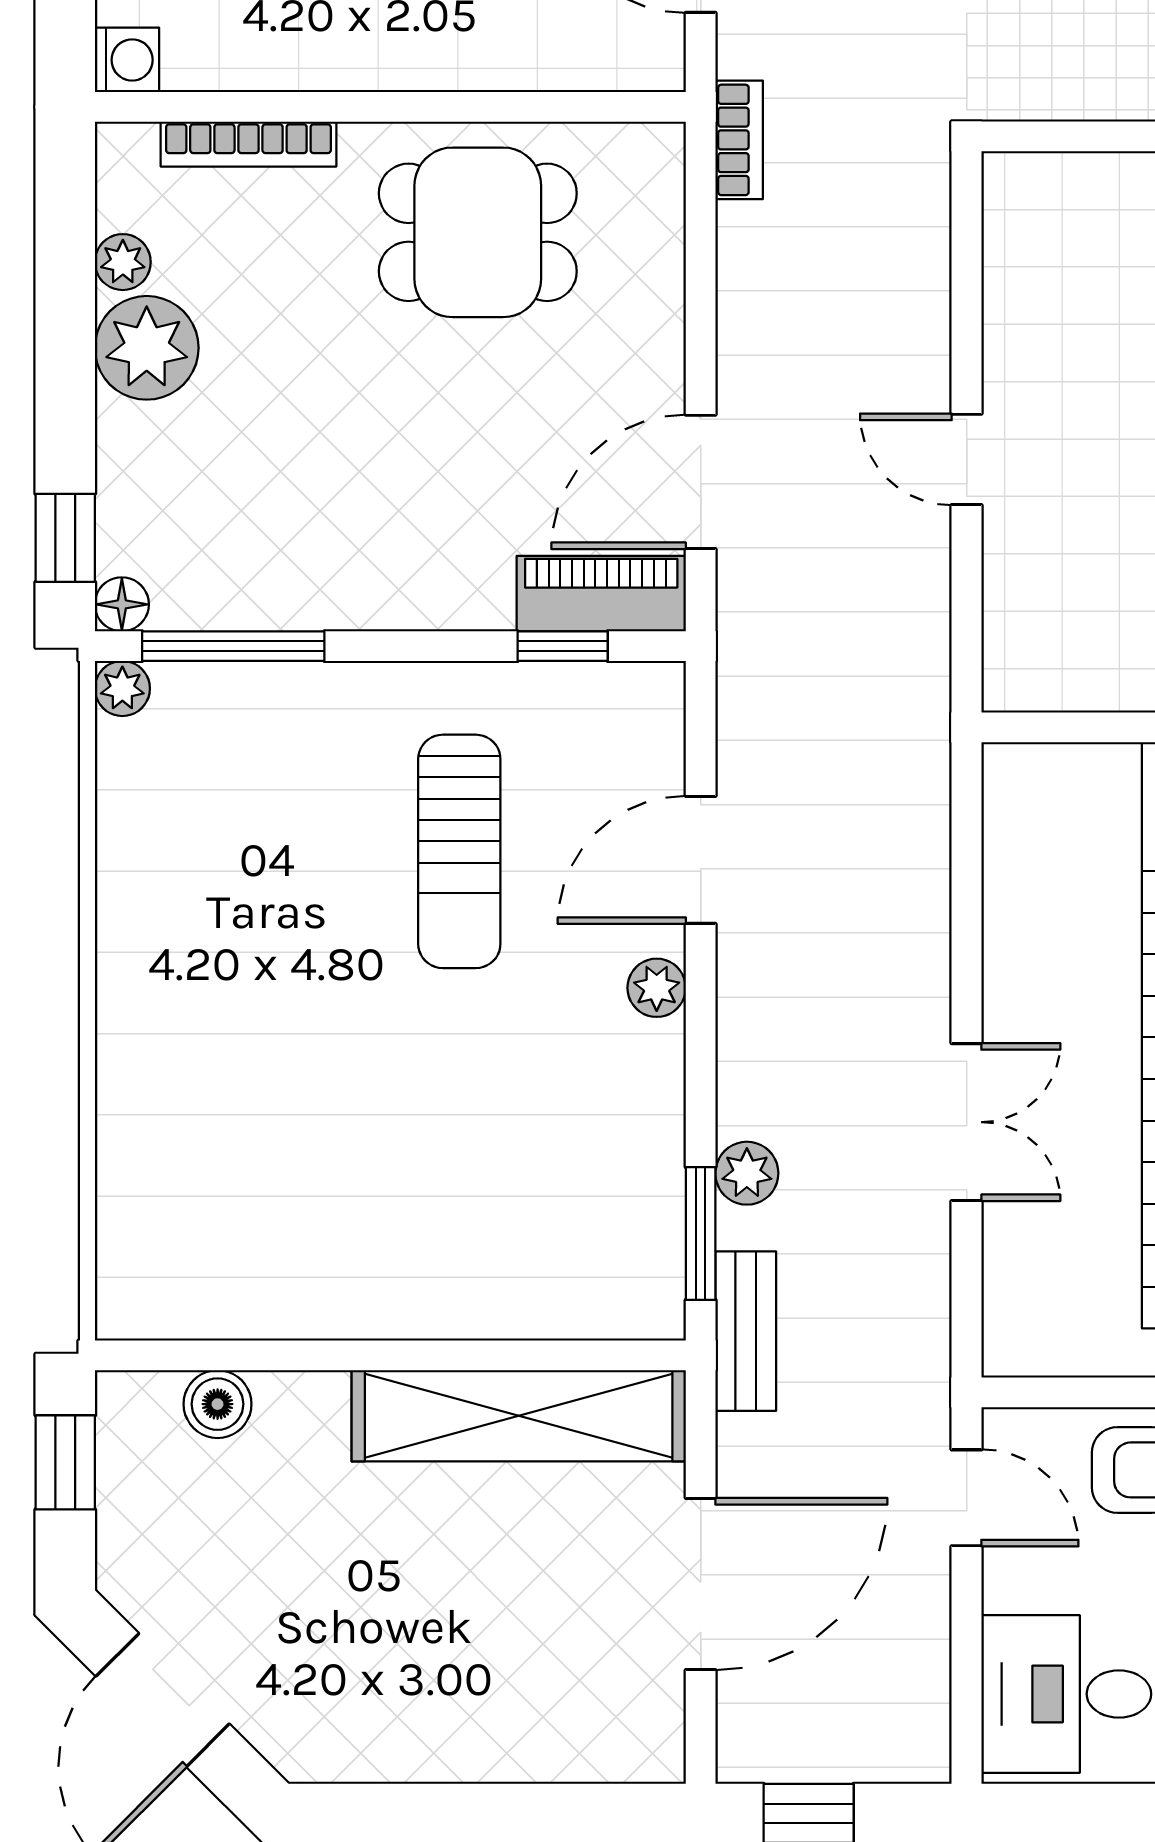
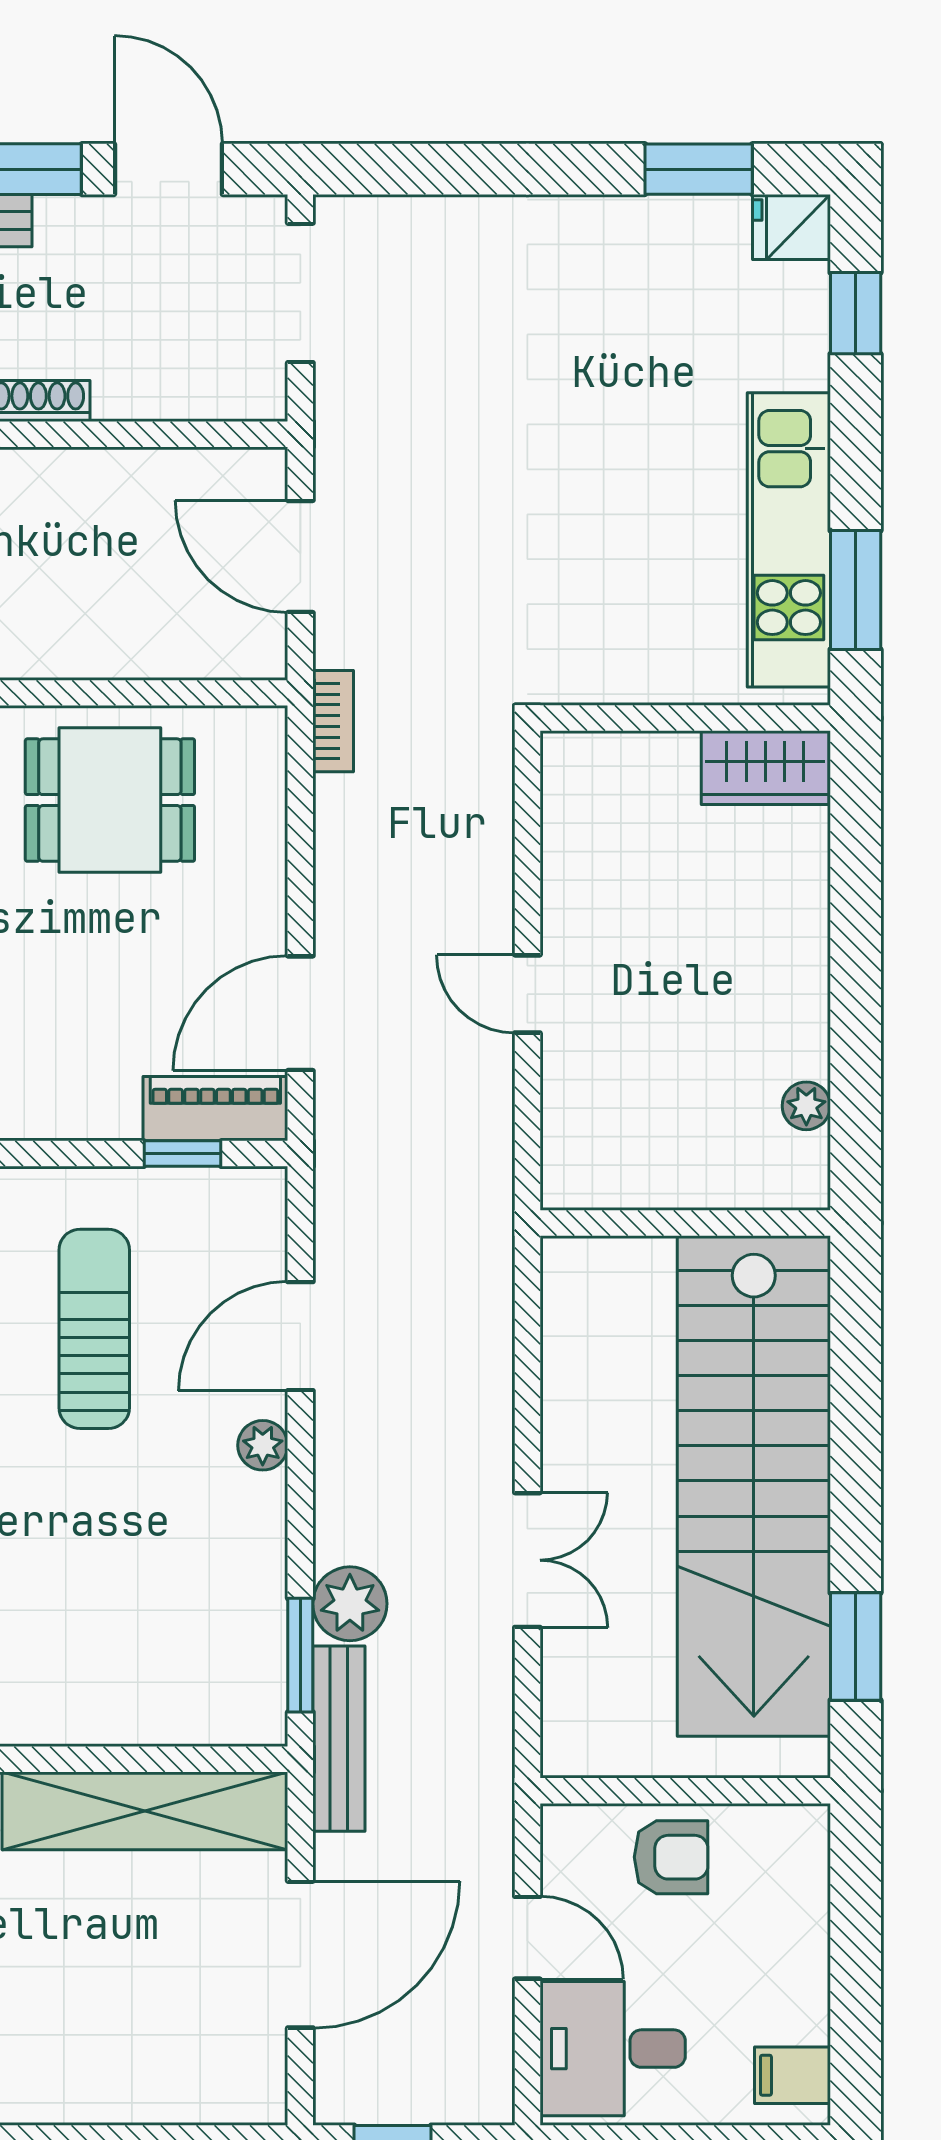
sun lounger: (459, 851) -> (94, 1329), turned 180
plant: (747, 1173) -> (350, 1604), width x1.38, depth x1.38
bench: (746, 1331) -> (339, 1739), width x1.36
door: (967, 1498) -> (527, 1938), moved

